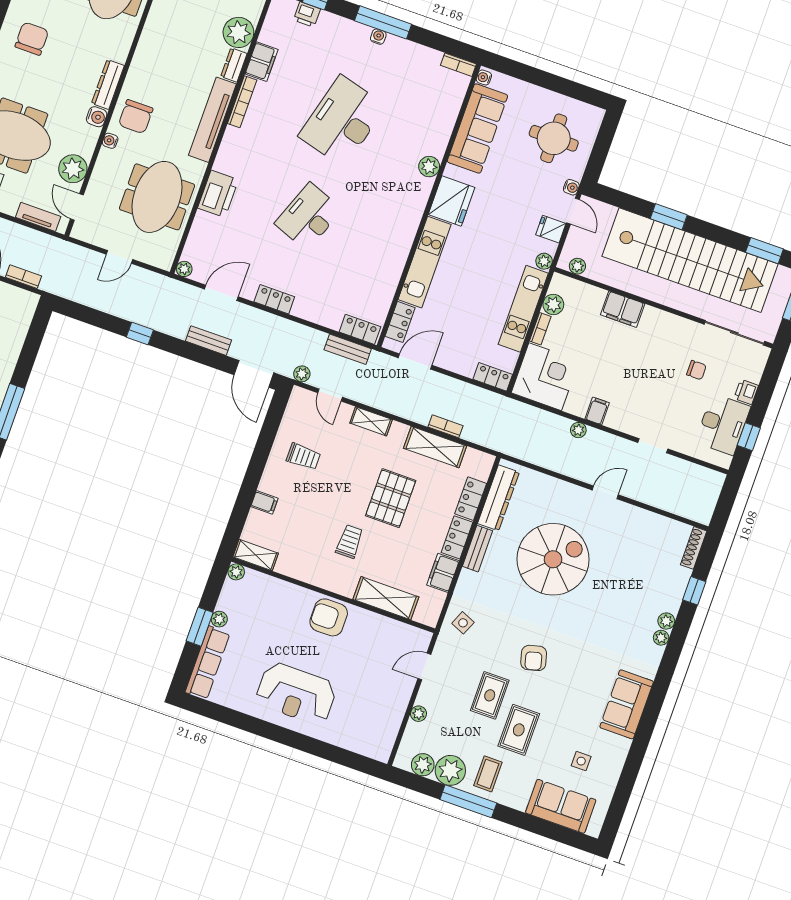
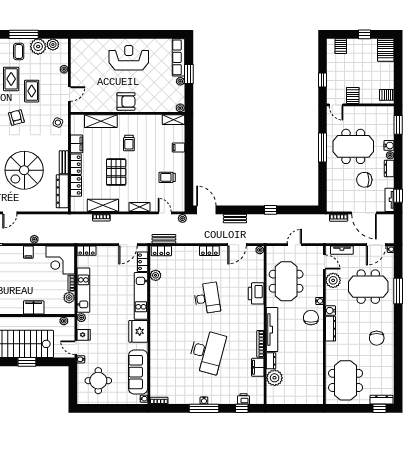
plant: (429, 167) -> (156, 275), moved
desk: (308, 217) -> (207, 298), turned -30

